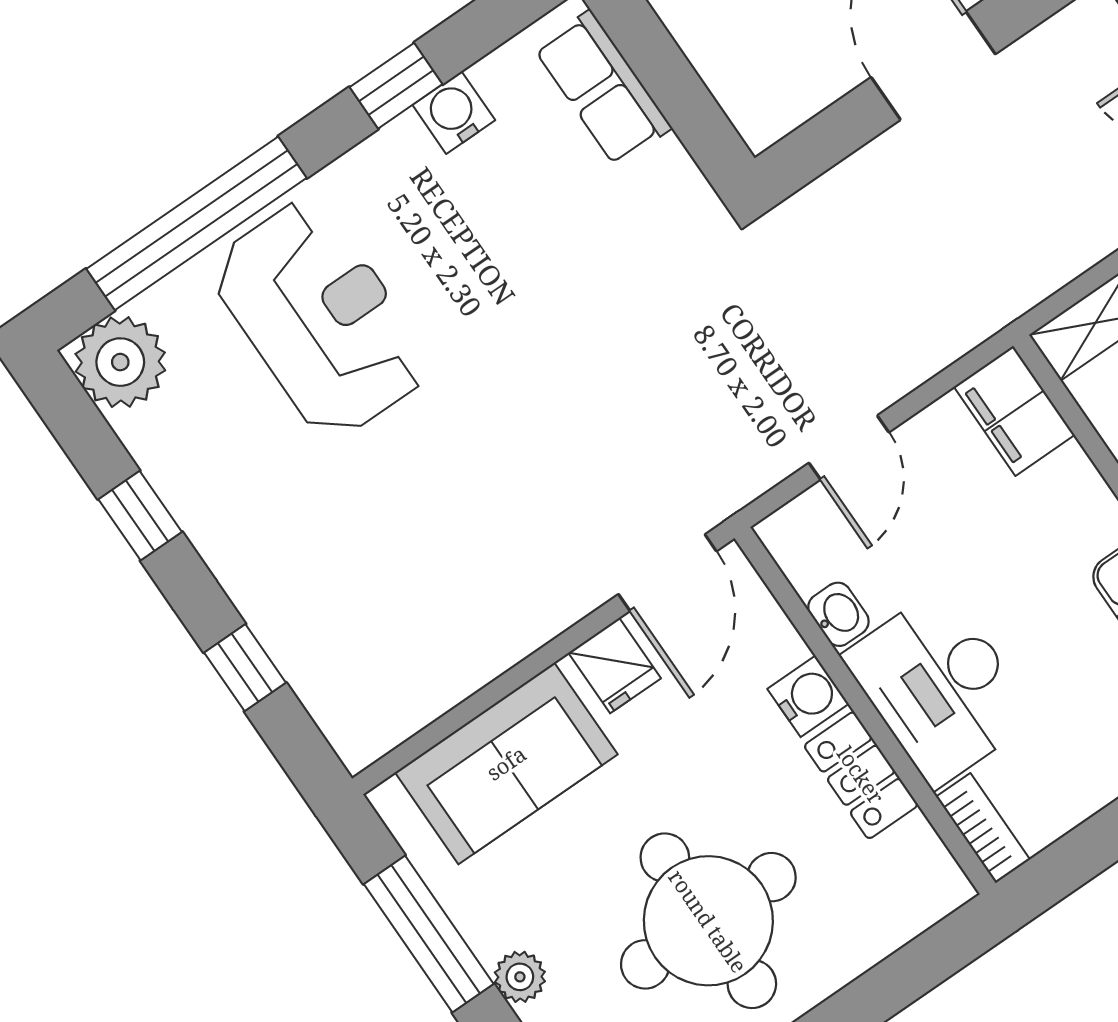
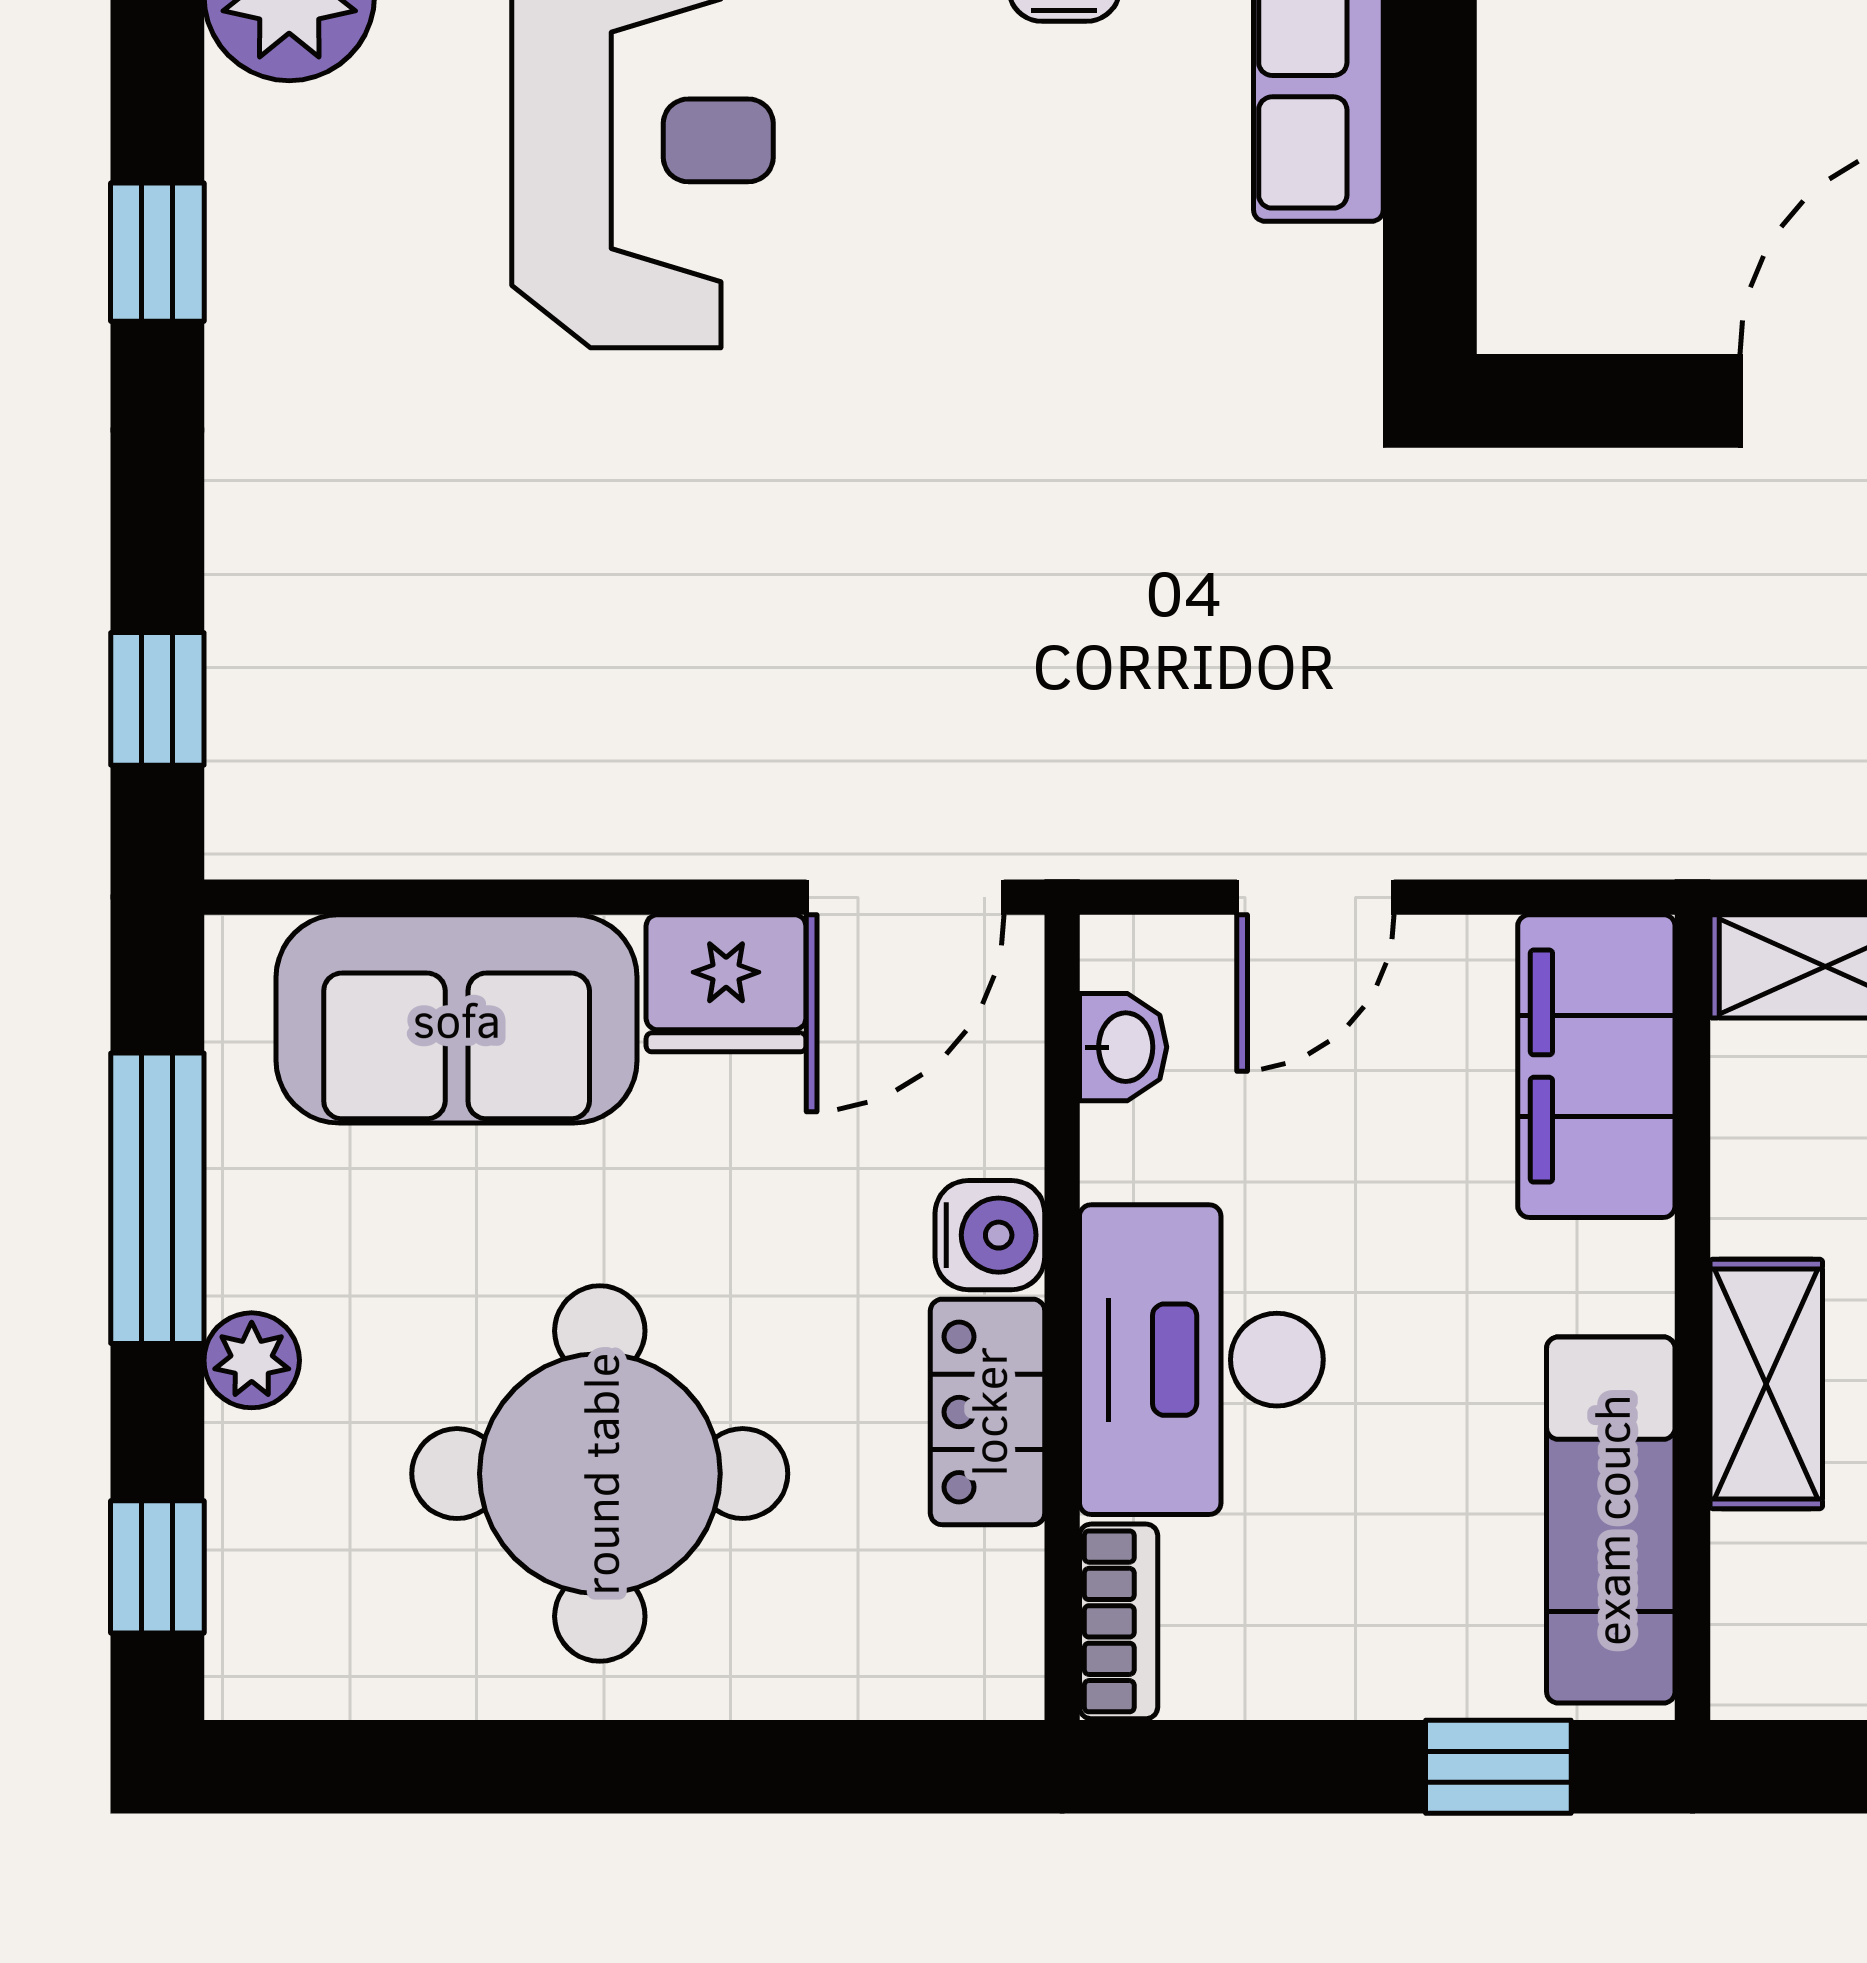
filing cabinet: (1014, 411) -> (1596, 1066), width x1.50, depth x1.17
washbasin: (838, 614) -> (1123, 1047), moved
fridge: (615, 665) -> (726, 983), width x1.38
window: (245, 668) -> (157, 699), moved

